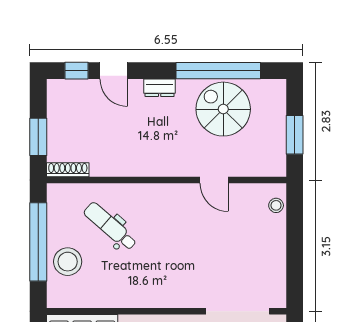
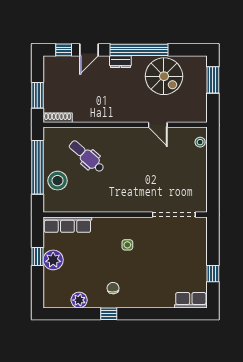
door: (114, 71) -> (89, 50), hinge flipped
window: (218, 71) -> (139, 50), moved
spiral stairs: (223, 109) -> (164, 76), turned 180
window: (295, 135) -> (213, 80), moved

